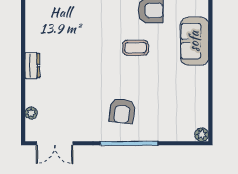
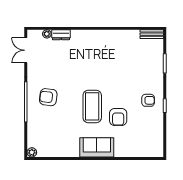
coffee table: (136, 48) -> (92, 106), width x1.86, depth x1.72
dresser: (32, 66) -> (61, 35), moved

